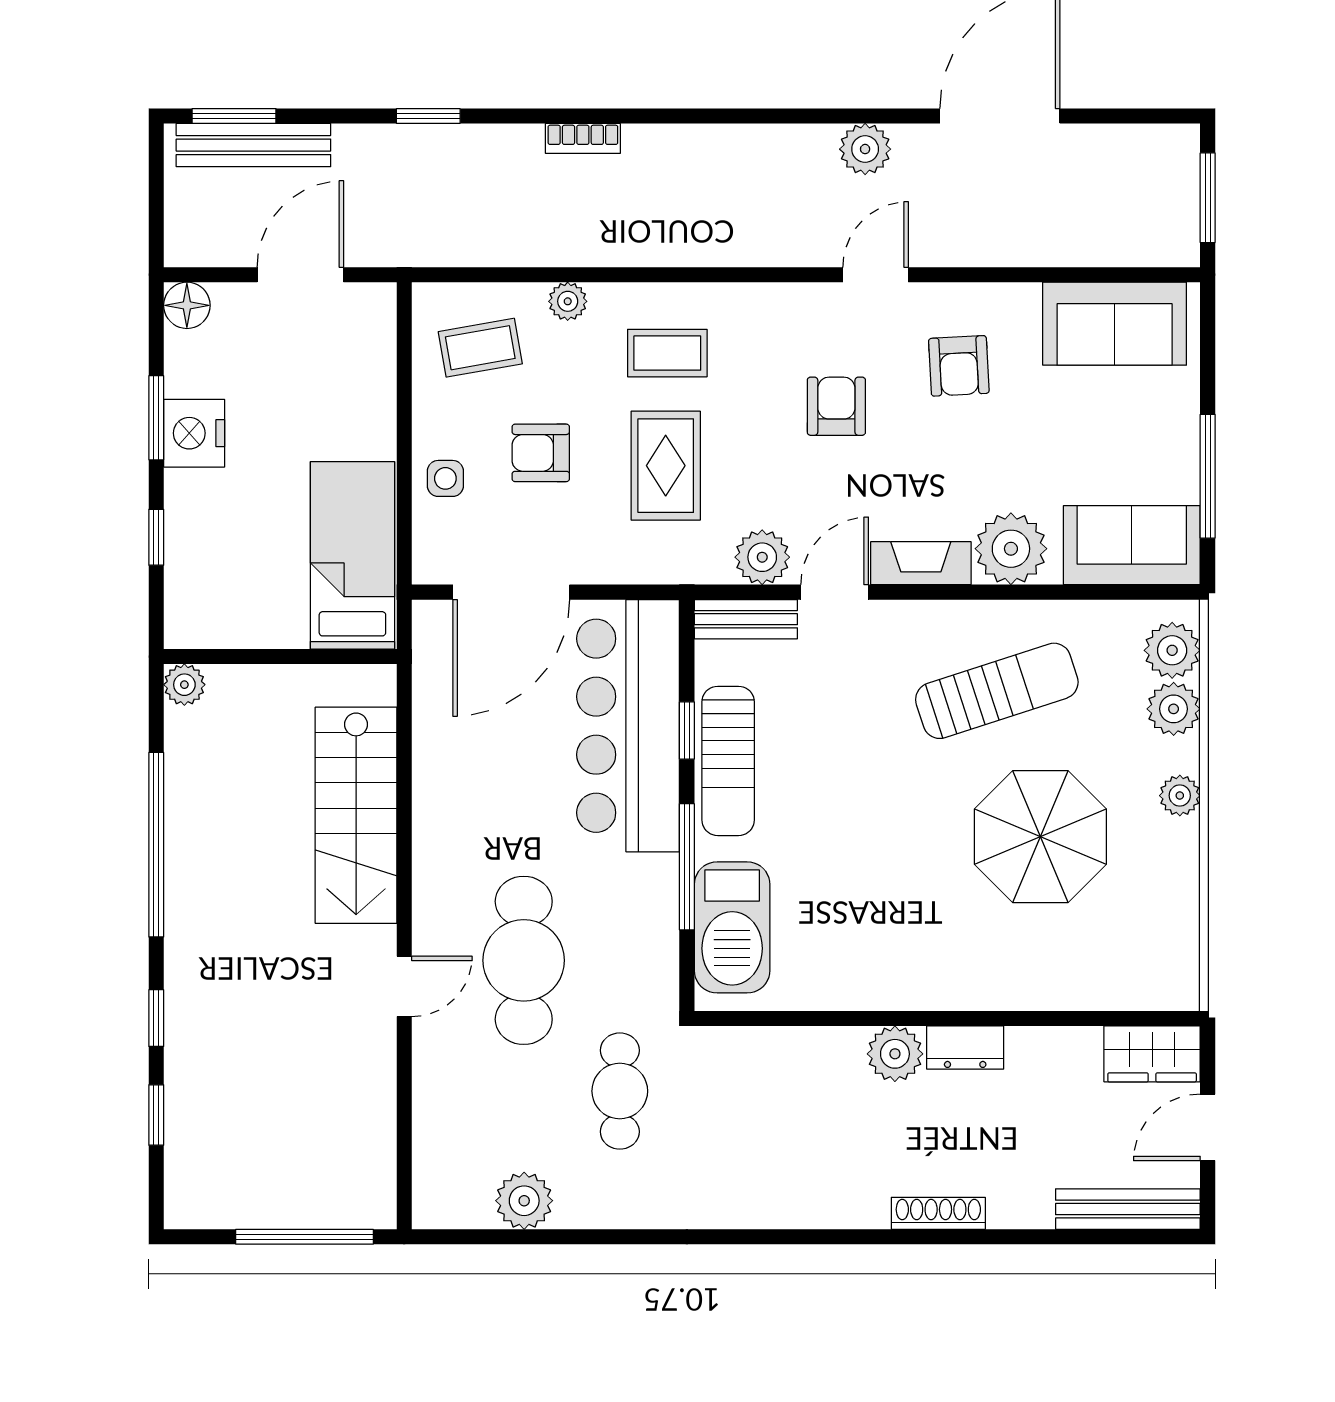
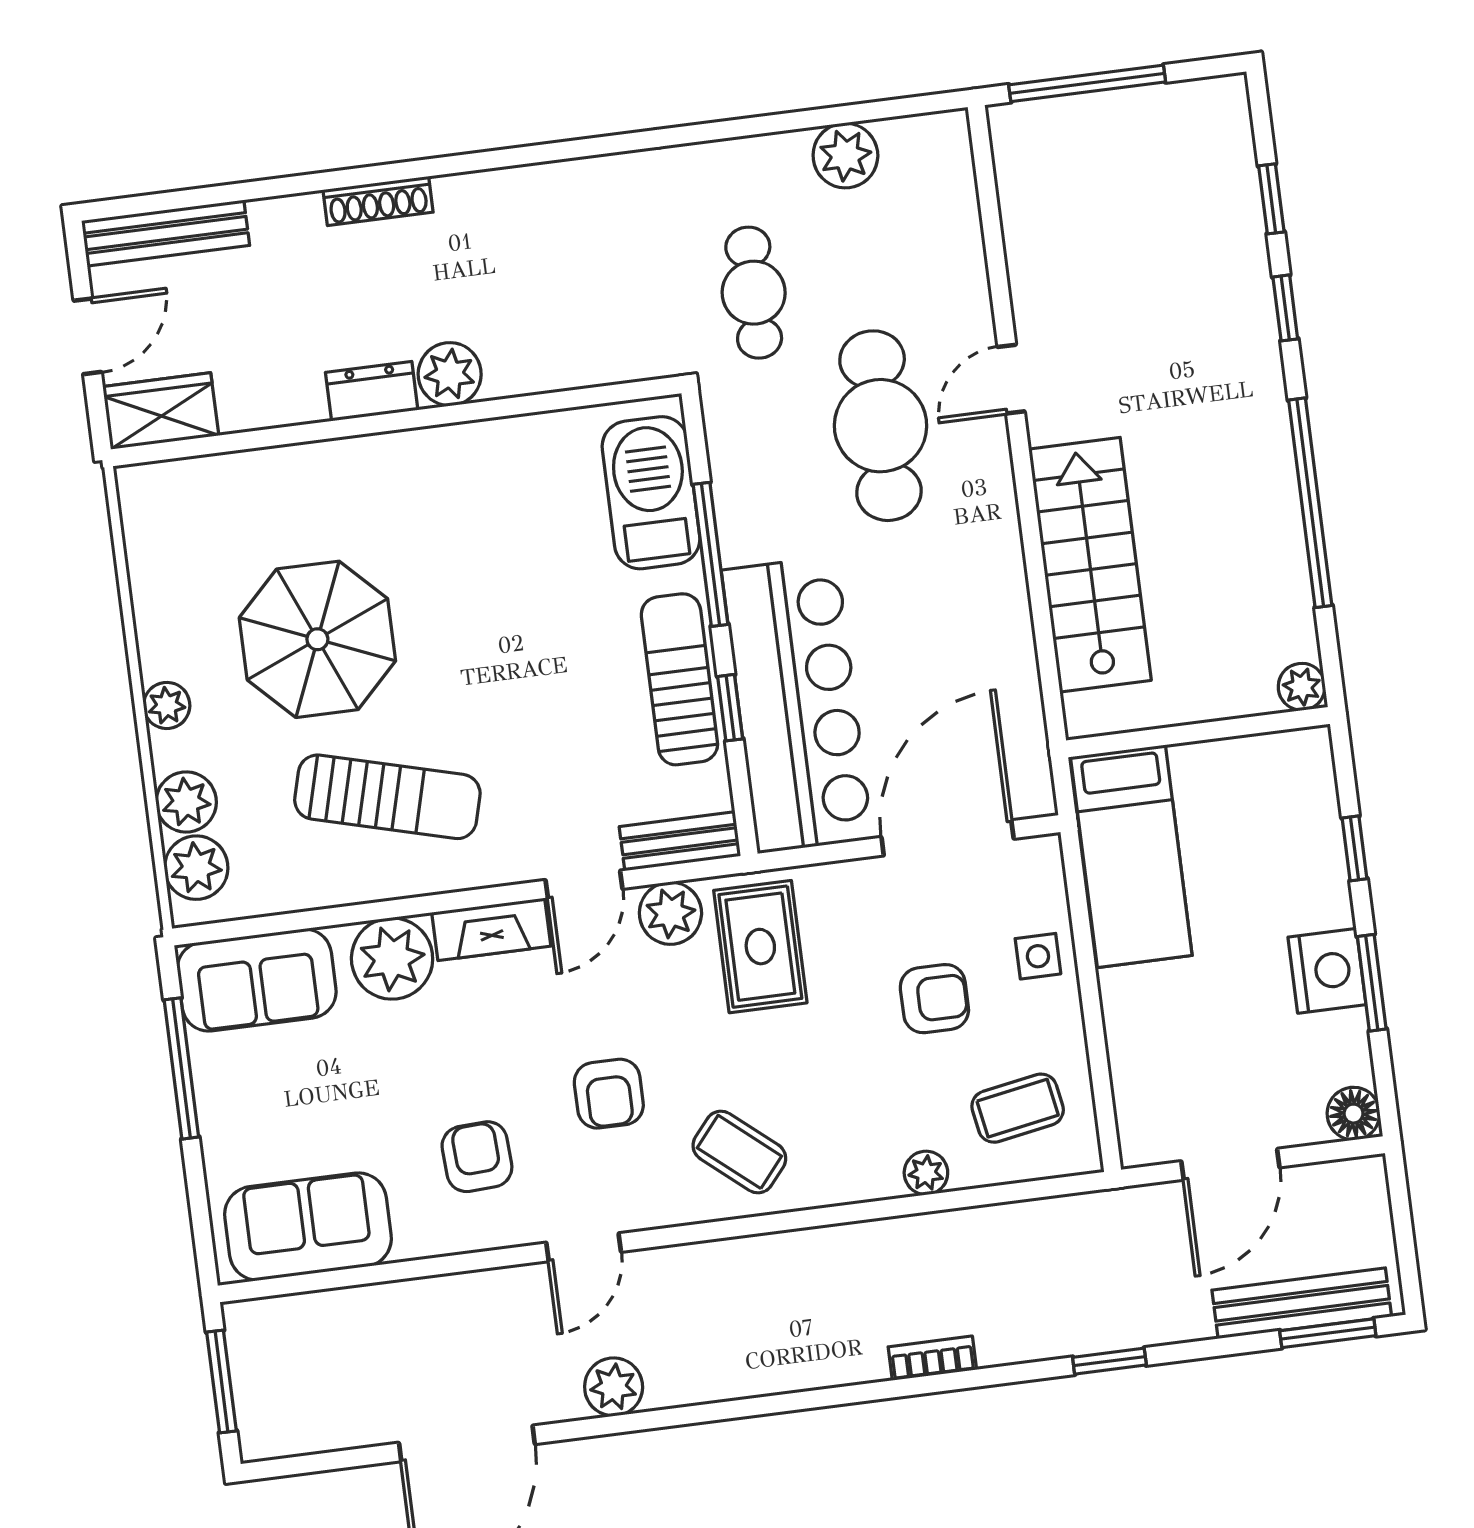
coffee table: (667, 353) -> (739, 1152), moved, turned 40
rug: (666, 466) -> (760, 947), moved
sun lounger: (997, 691) -> (387, 797), turned -147

